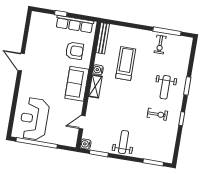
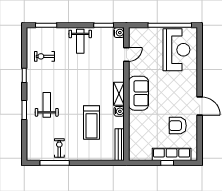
row of seats: (75, 24) -> (172, 154), moved
armchair: (75, 51) -> (178, 126), moved
exercise bike: (157, 114) -> (44, 56), moved

